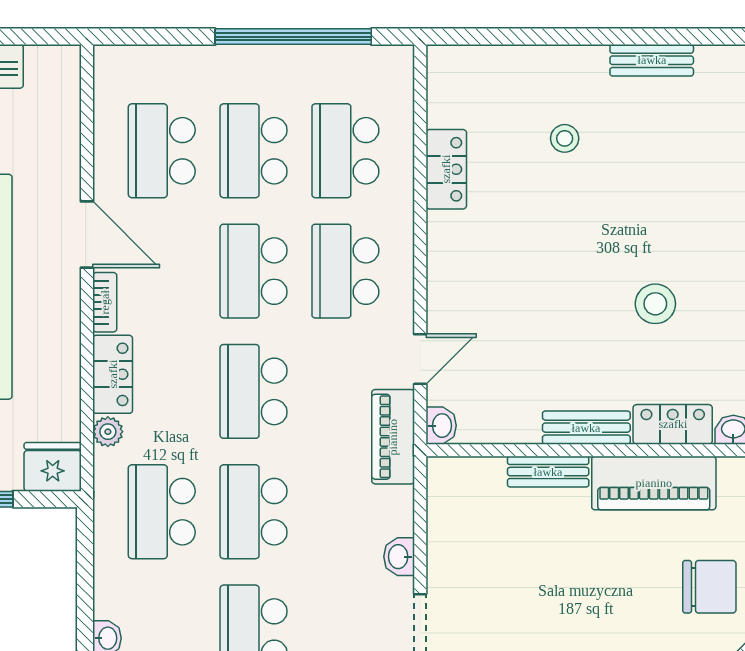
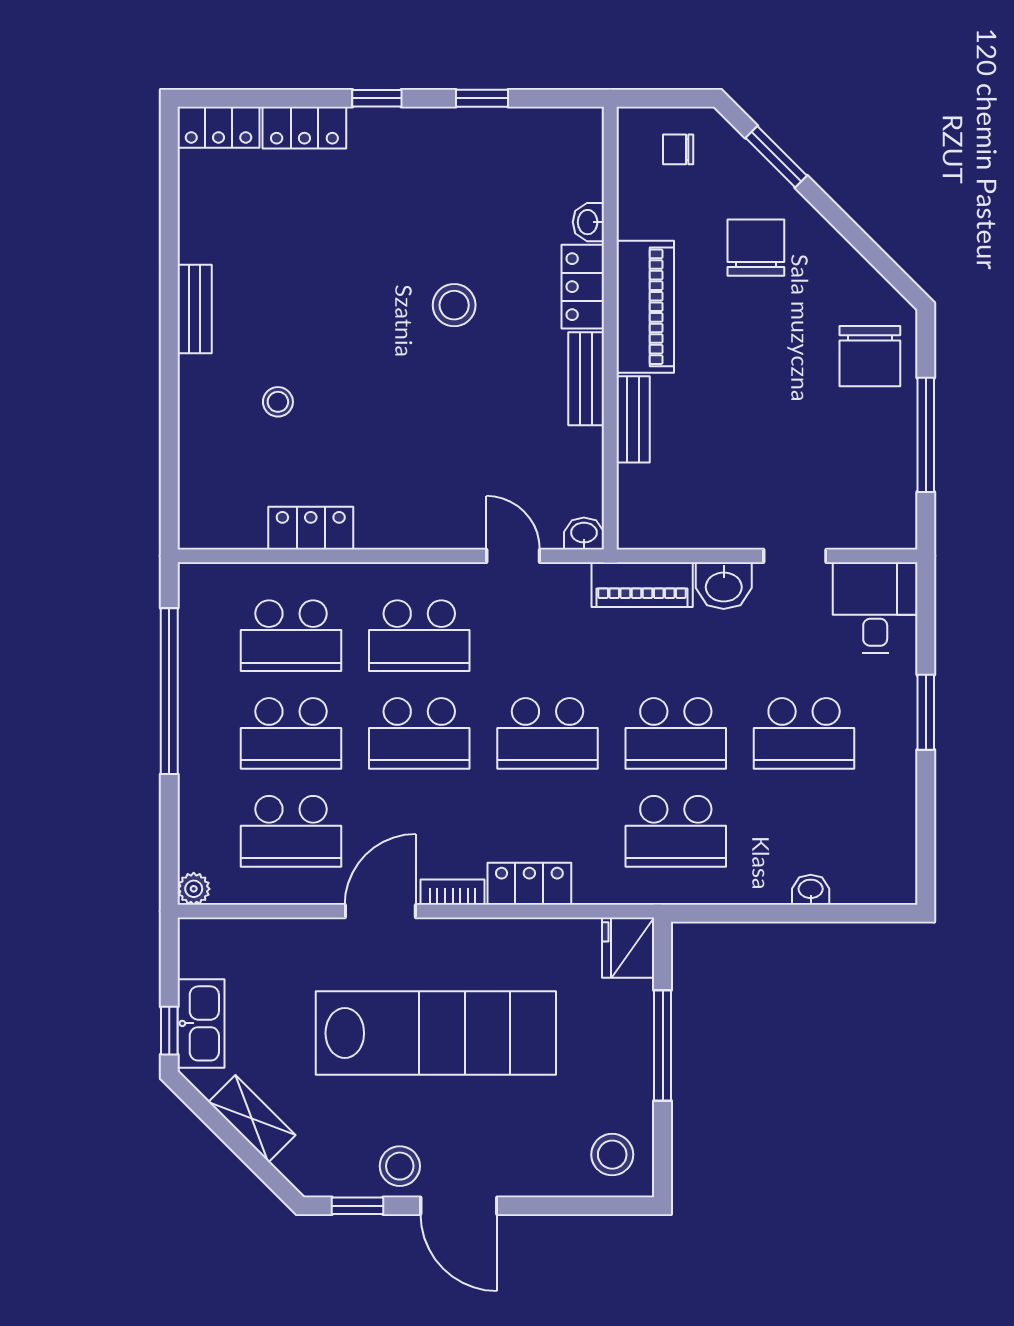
plant: (108, 432) -> (194, 889), moved
piano: (393, 437) -> (642, 585), moved
washbasin: (399, 557) -> (724, 586), width x1.38, depth x1.45

